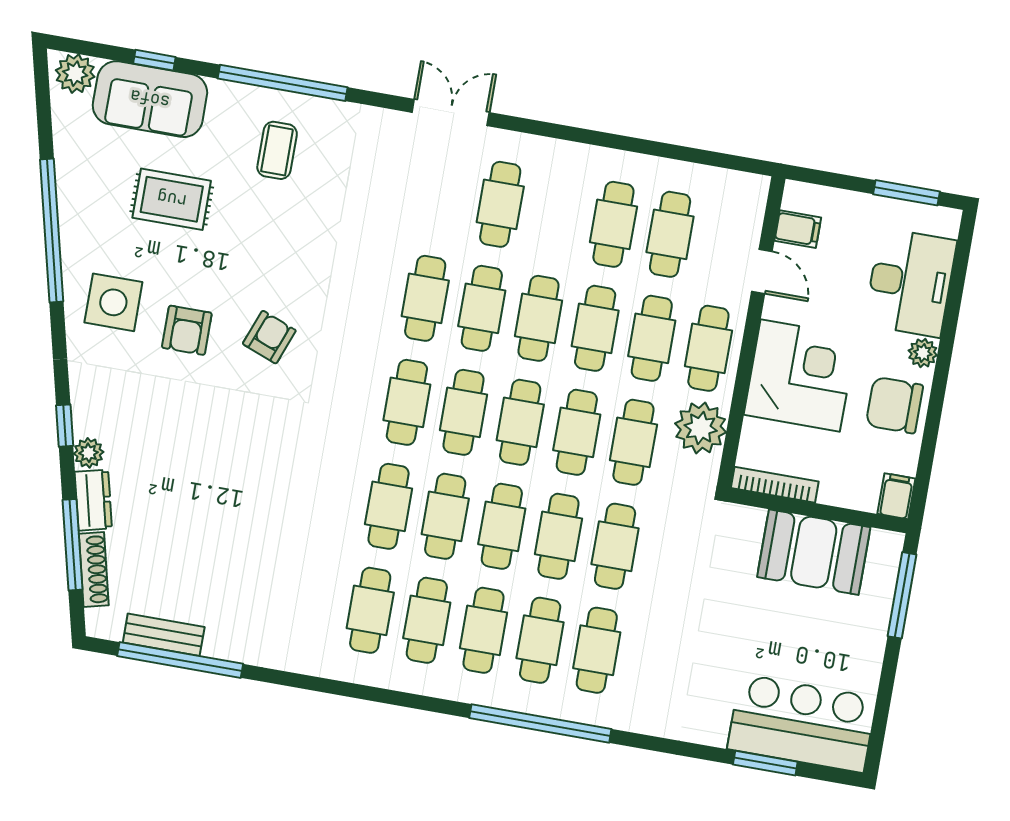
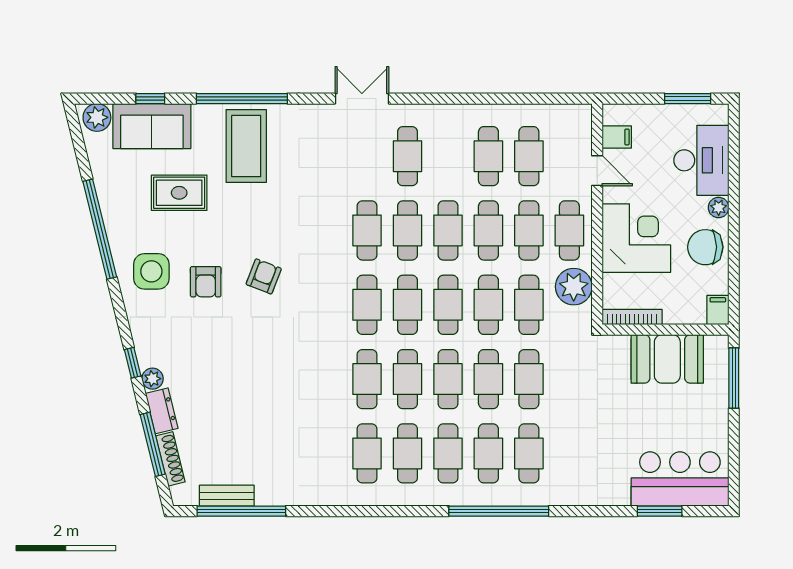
coffee table: (277, 150) -> (246, 146), width x1.86, depth x1.72

